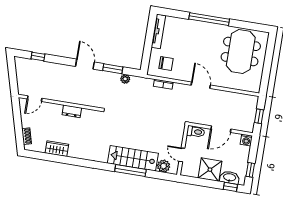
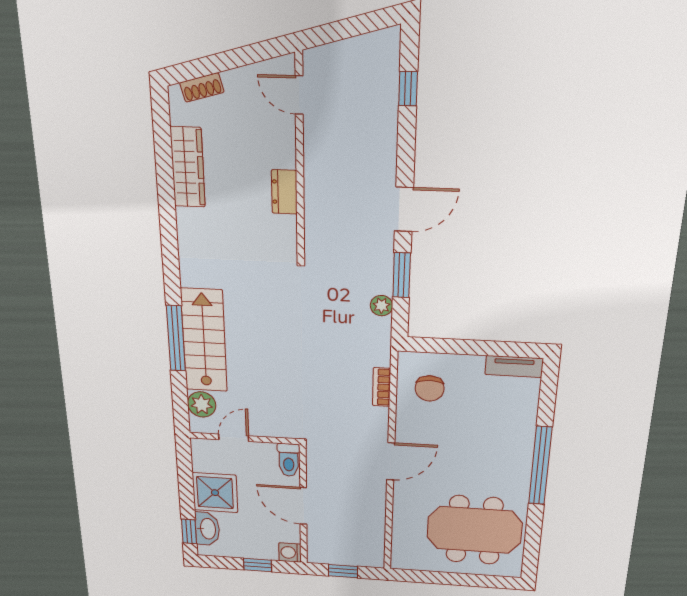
tv unit: (158, 31) -> (514, 366), width x0.71
wardrobe: (57, 149) -> (188, 167), width x1.50
window: (250, 170) -> (258, 565), moved

